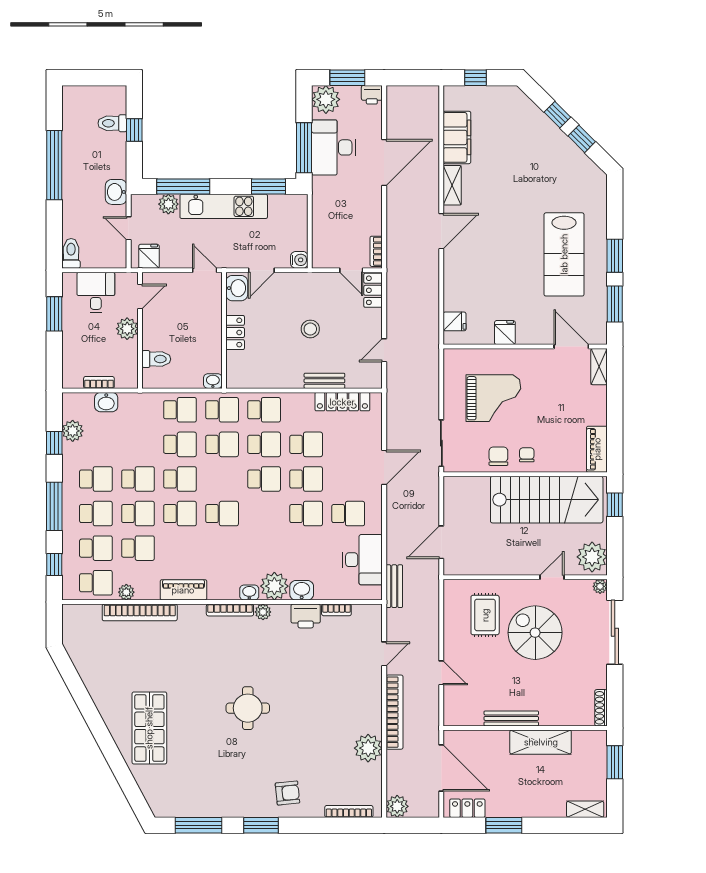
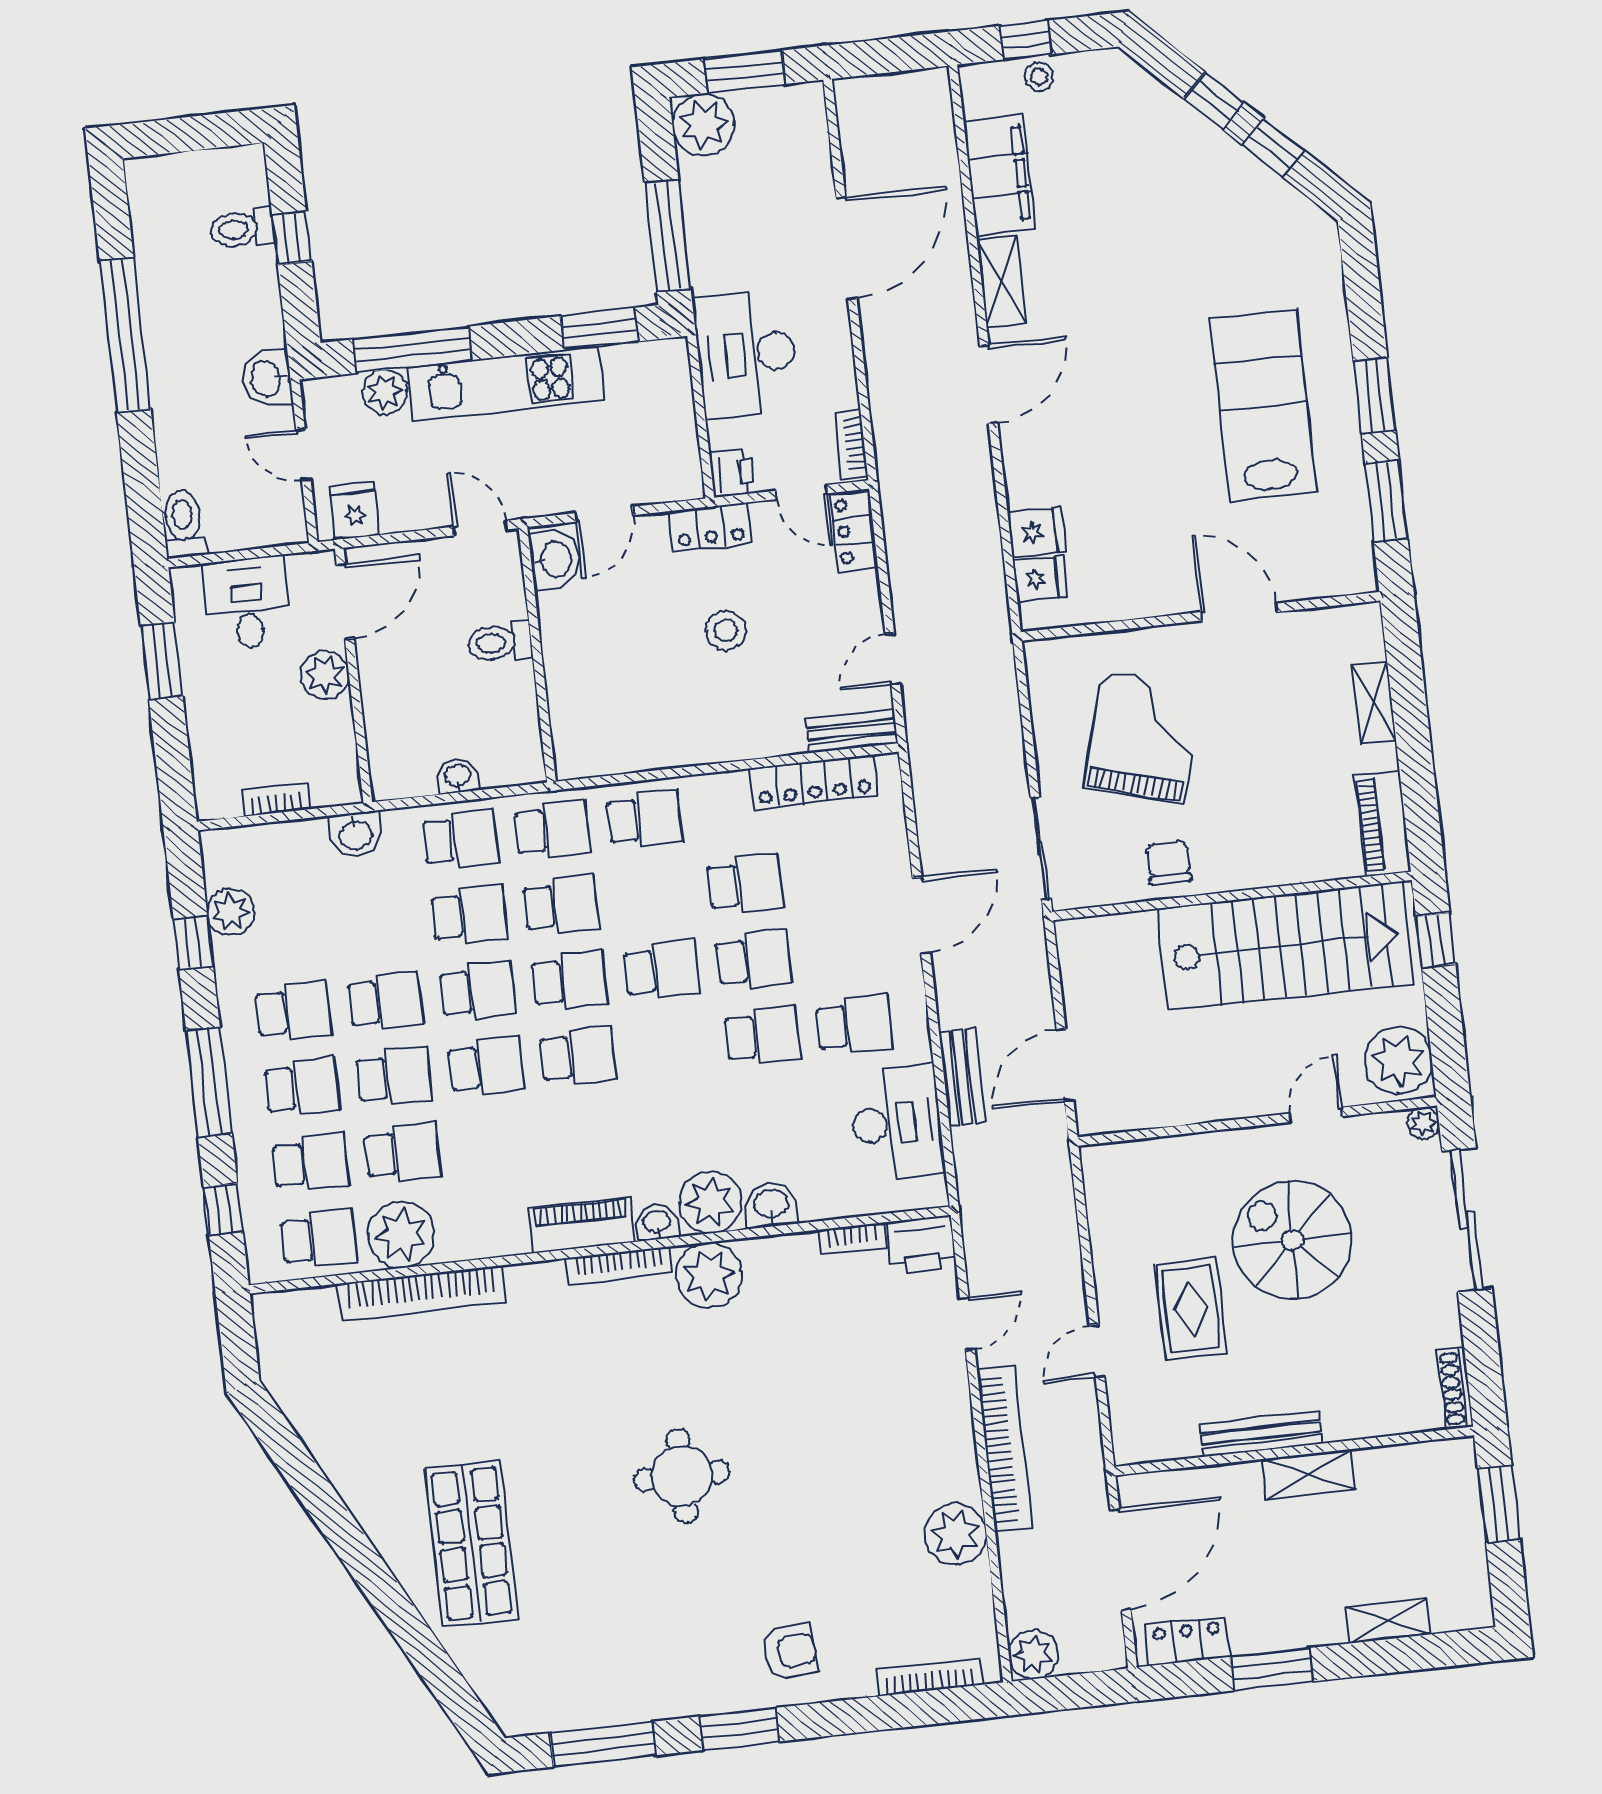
printer: (372, 95) -> (732, 473), moved, turned -90
stool: (480, 95) -> (1039, 77), added
desk: (333, 147) -> (746, 354), moved
lab bench: (564, 254) -> (1263, 405), turned 180
water cooler: (299, 260) -> (685, 482), removed
door: (140, 297) -> (345, 601), width x1.38
locker: (235, 332) -> (710, 527), moved, turned 90
fridge: (505, 333) -> (1036, 532), moved, turned 90
door: (571, 347) -> (1239, 612), moved
toilet: (156, 359) -> (500, 642), moved, turned 180
shelving: (599, 367) -> (1374, 703), moved
washbasin: (213, 381) -> (458, 776), moved
bench: (324, 381) -> (852, 731), moved
grand piano: (493, 398) -> (1144, 737), turned -74
washbasin: (106, 402) -> (356, 834), moved
school desk: (264, 444) -> (569, 981), moved
chair: (527, 455) -> (1231, 853), removed
bench: (394, 586) -> (962, 1077), moved
piano: (183, 590) -> (582, 1225), moved
plant: (126, 592) -> (401, 1235), width x1.88, depth x1.88
plant: (263, 612) -> (709, 1275), width x1.87, depth x1.87
rug: (485, 615) -> (1191, 1309), moved
printer: (306, 616) -> (921, 1245), moved
door: (441, 673) -> (1097, 1351), swing flipped
shelving: (541, 742) -> (1308, 1474), width x0.67, depth x0.75
door: (441, 768) -> (1120, 1559), hinge flipped
shelving: (585, 809) -> (1388, 1621), moved

